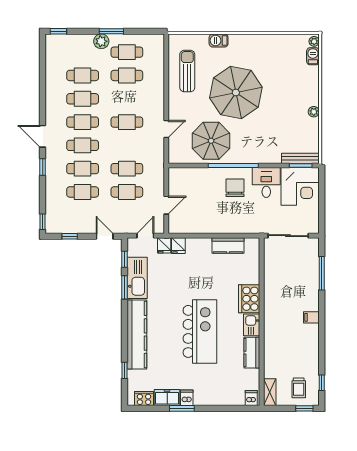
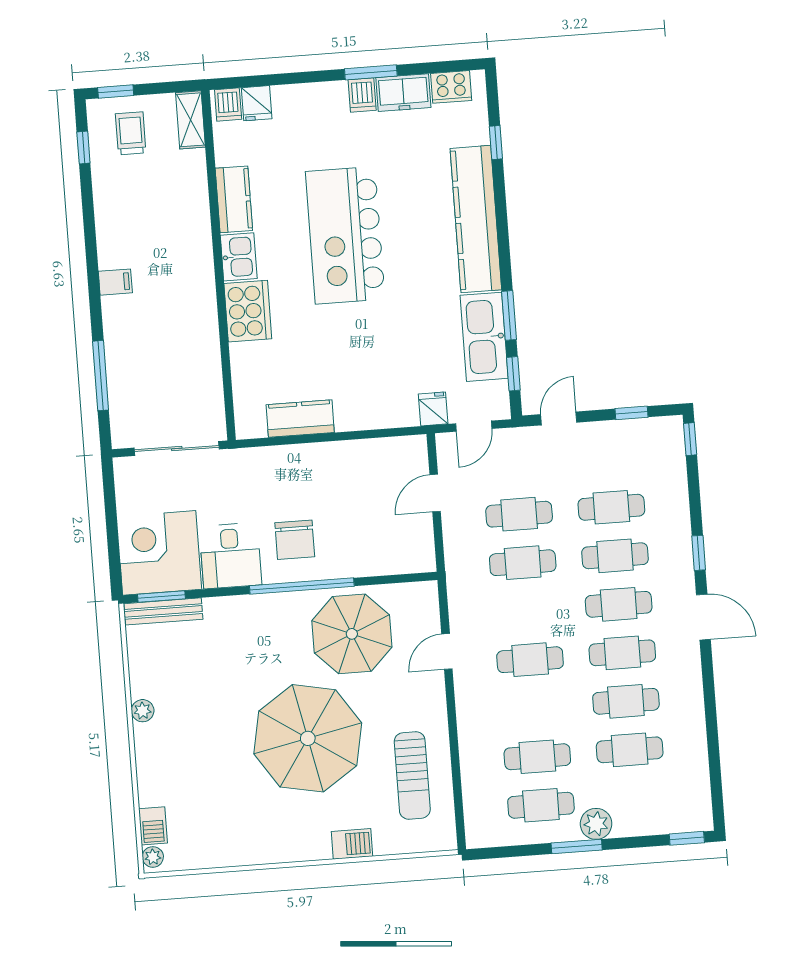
door: (105, 236) -> (559, 418), swing flipped
fridge: (178, 246) -> (257, 103), moved, turned 180

